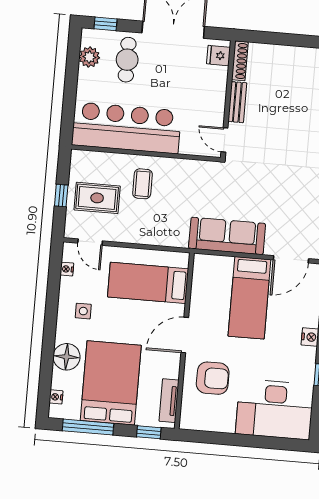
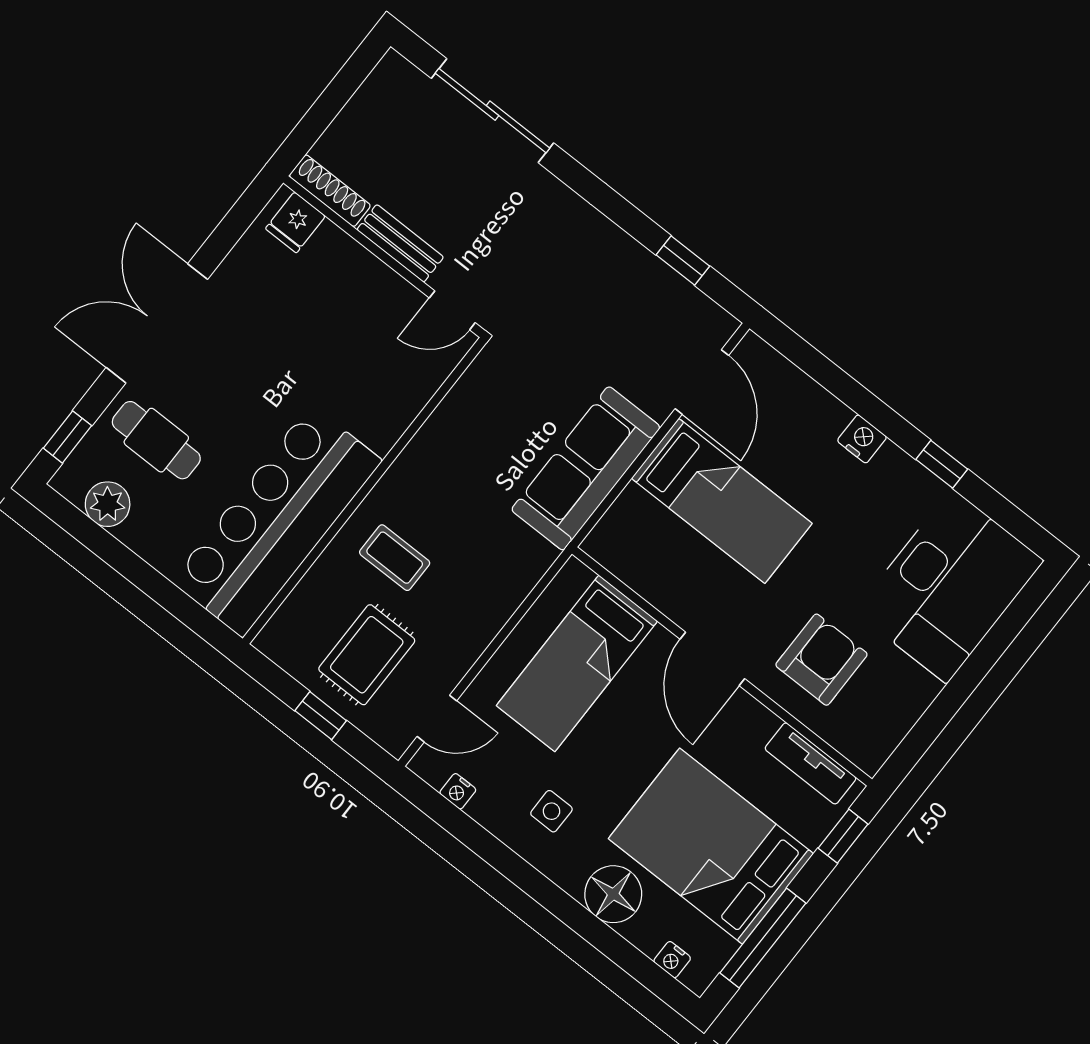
fridge: (218, 56) -> (295, 222), moved
shoe rack: (240, 61) -> (330, 191), moved
wall: (228, 99) -> (384, 257), moved
bench: (237, 102) -> (400, 243), moved
door: (224, 140) -> (452, 310), moved

